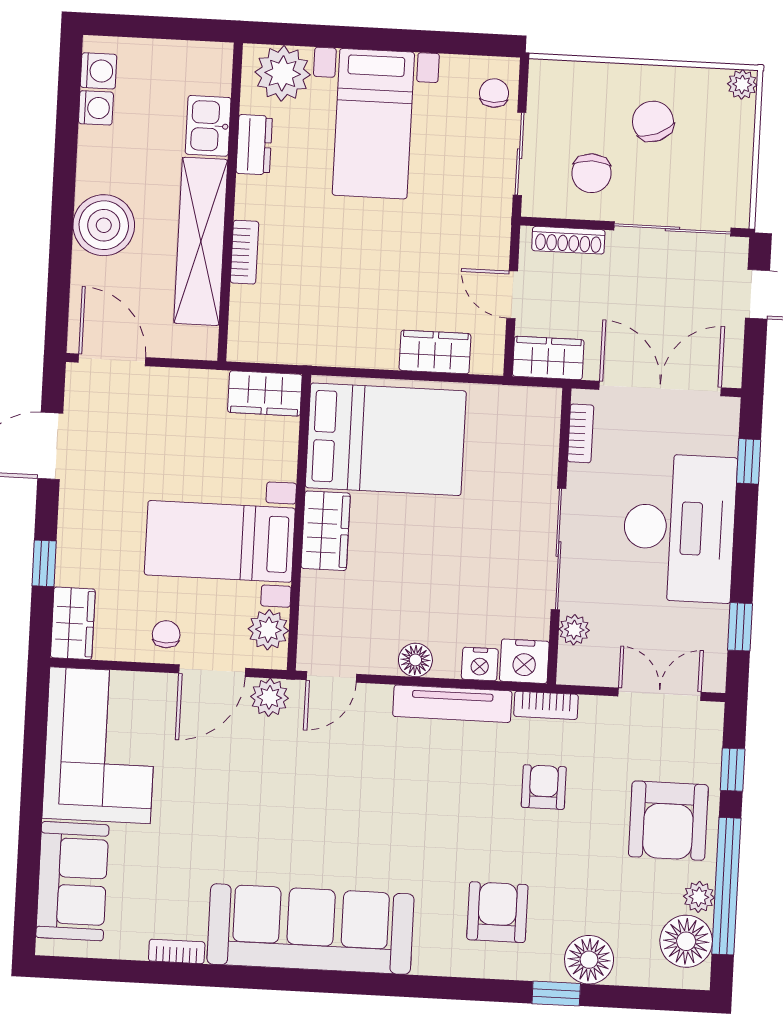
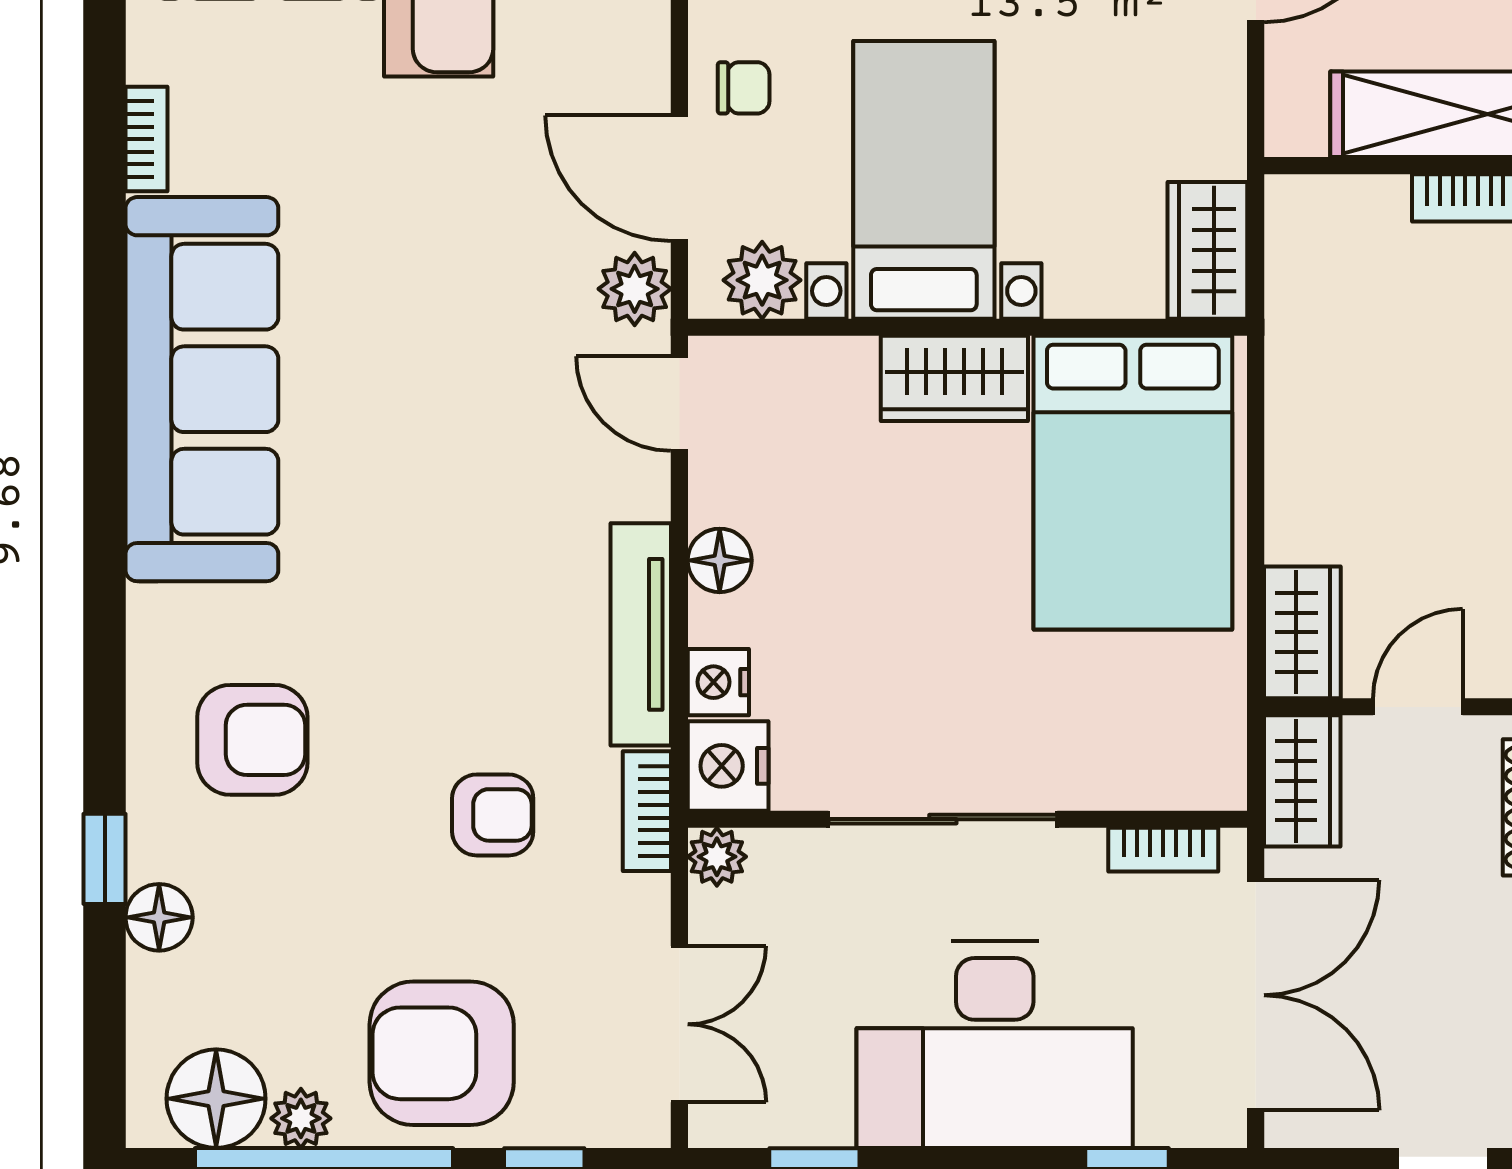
wardrobe: (435, 352) -> (1302, 632), moved
plant: (574, 630) -> (717, 857), moved
floor lamp: (589, 960) -> (159, 917), width x0.73, depth x0.73

